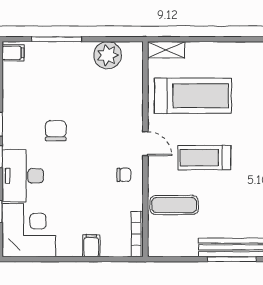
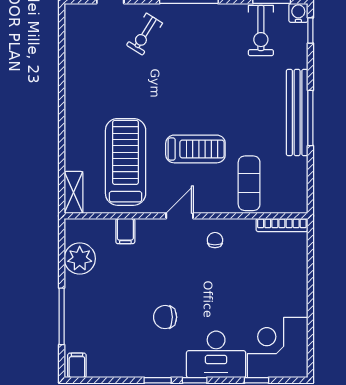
treadmill: (204, 158) -> (195, 149), turned -90
filing cabinet: (91, 246) -> (125, 231), moved, turned -90

